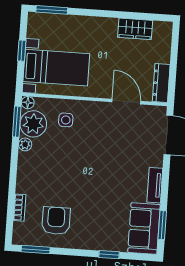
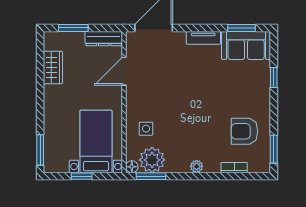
window: (174, 53) -> (73, 28), added
plant: (25, 144) -> (197, 166), moved

